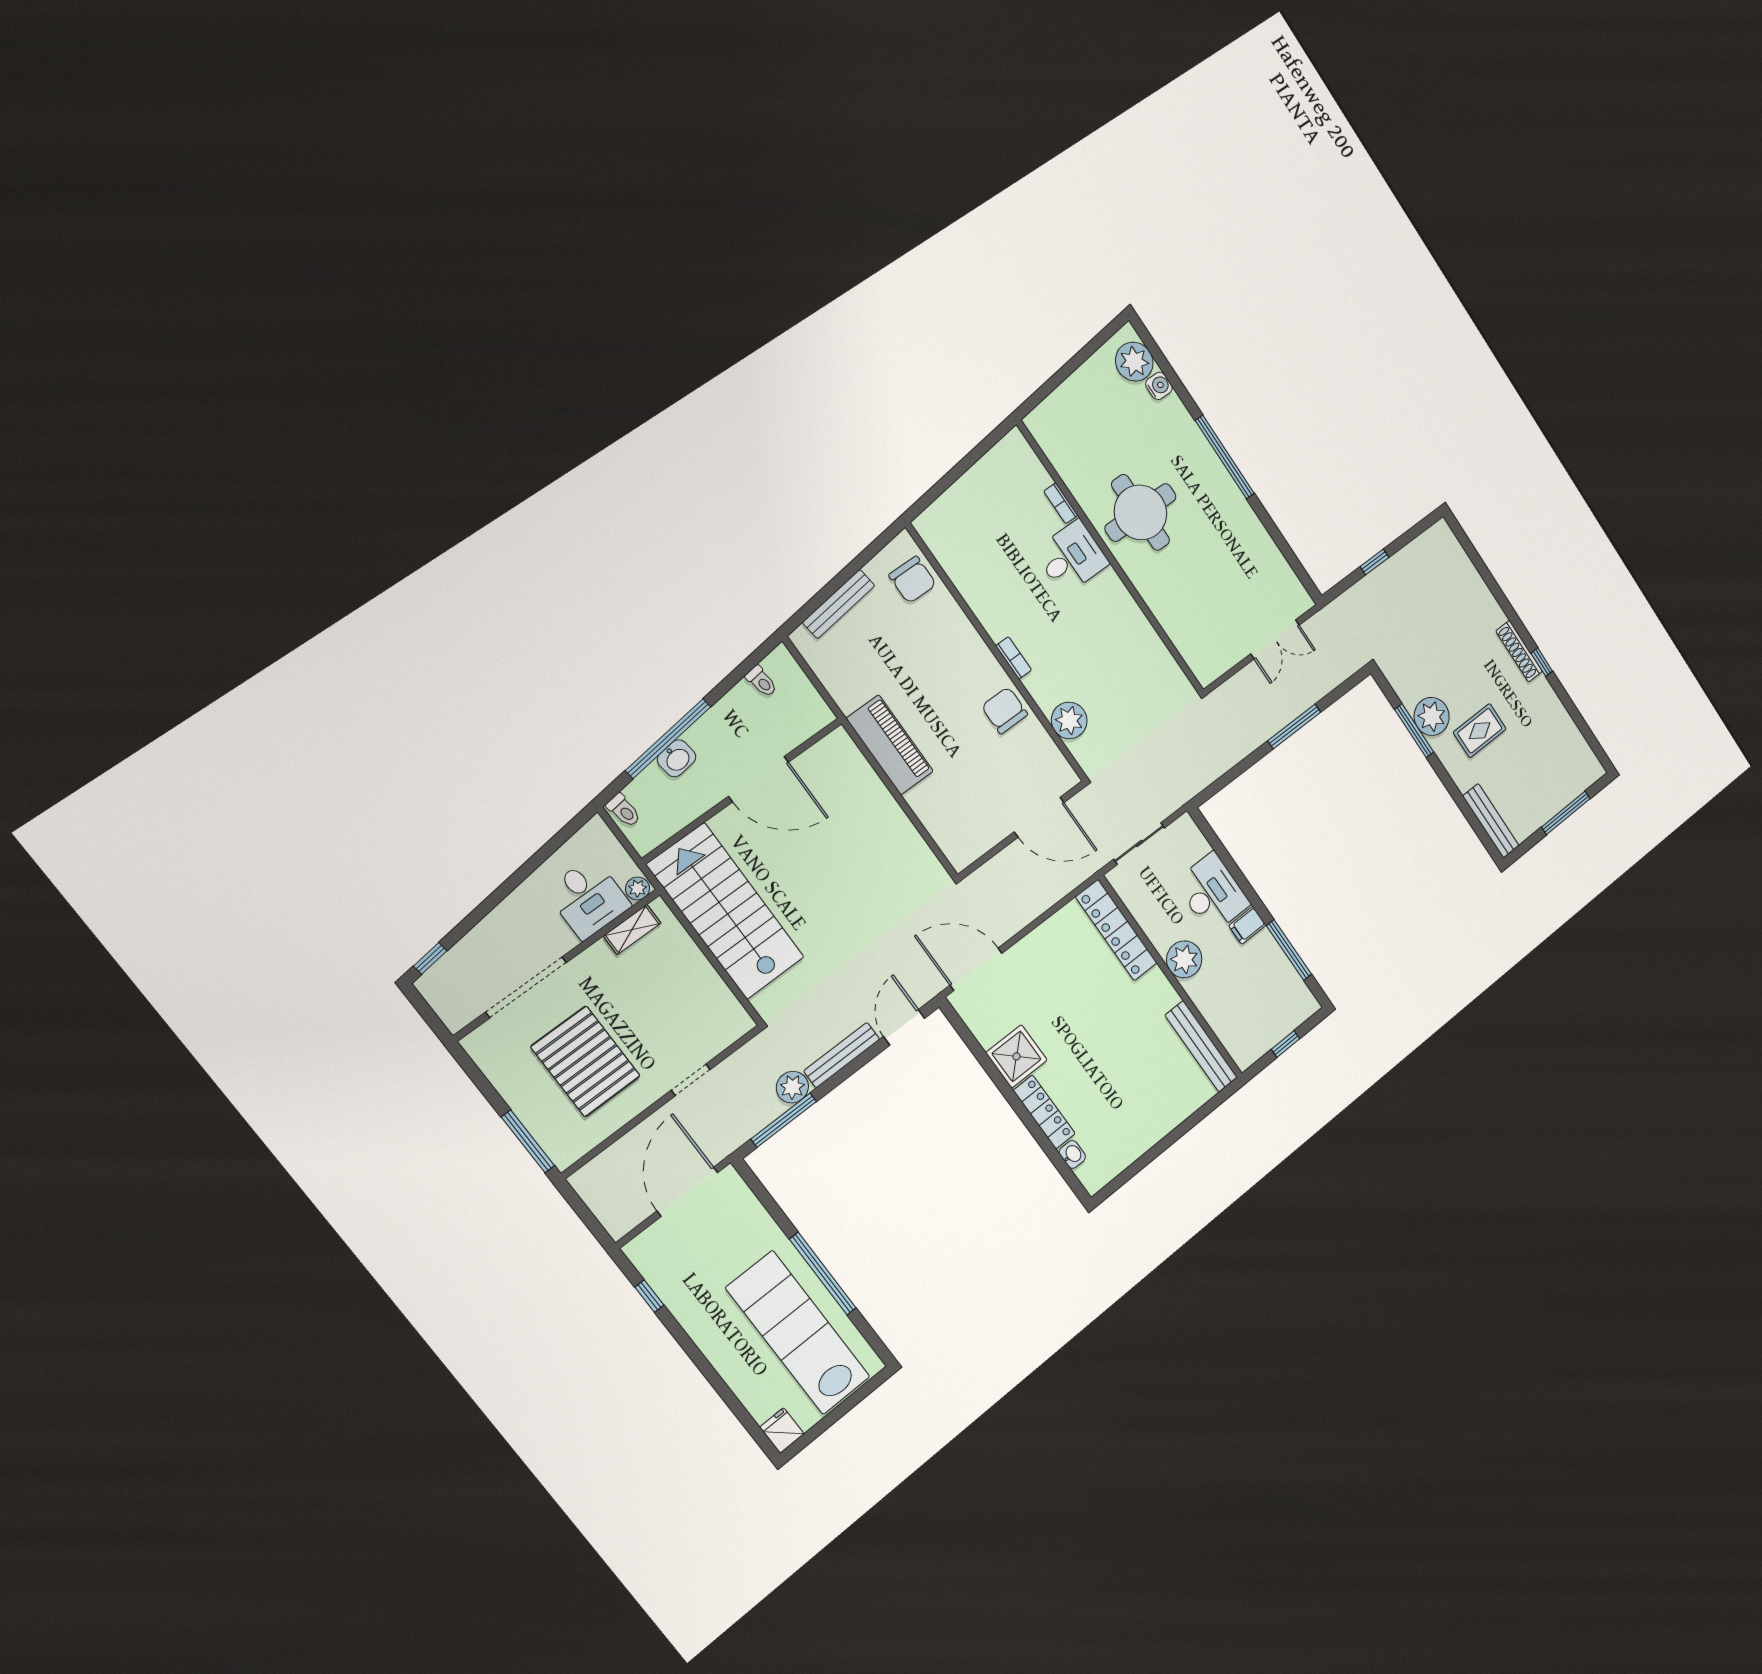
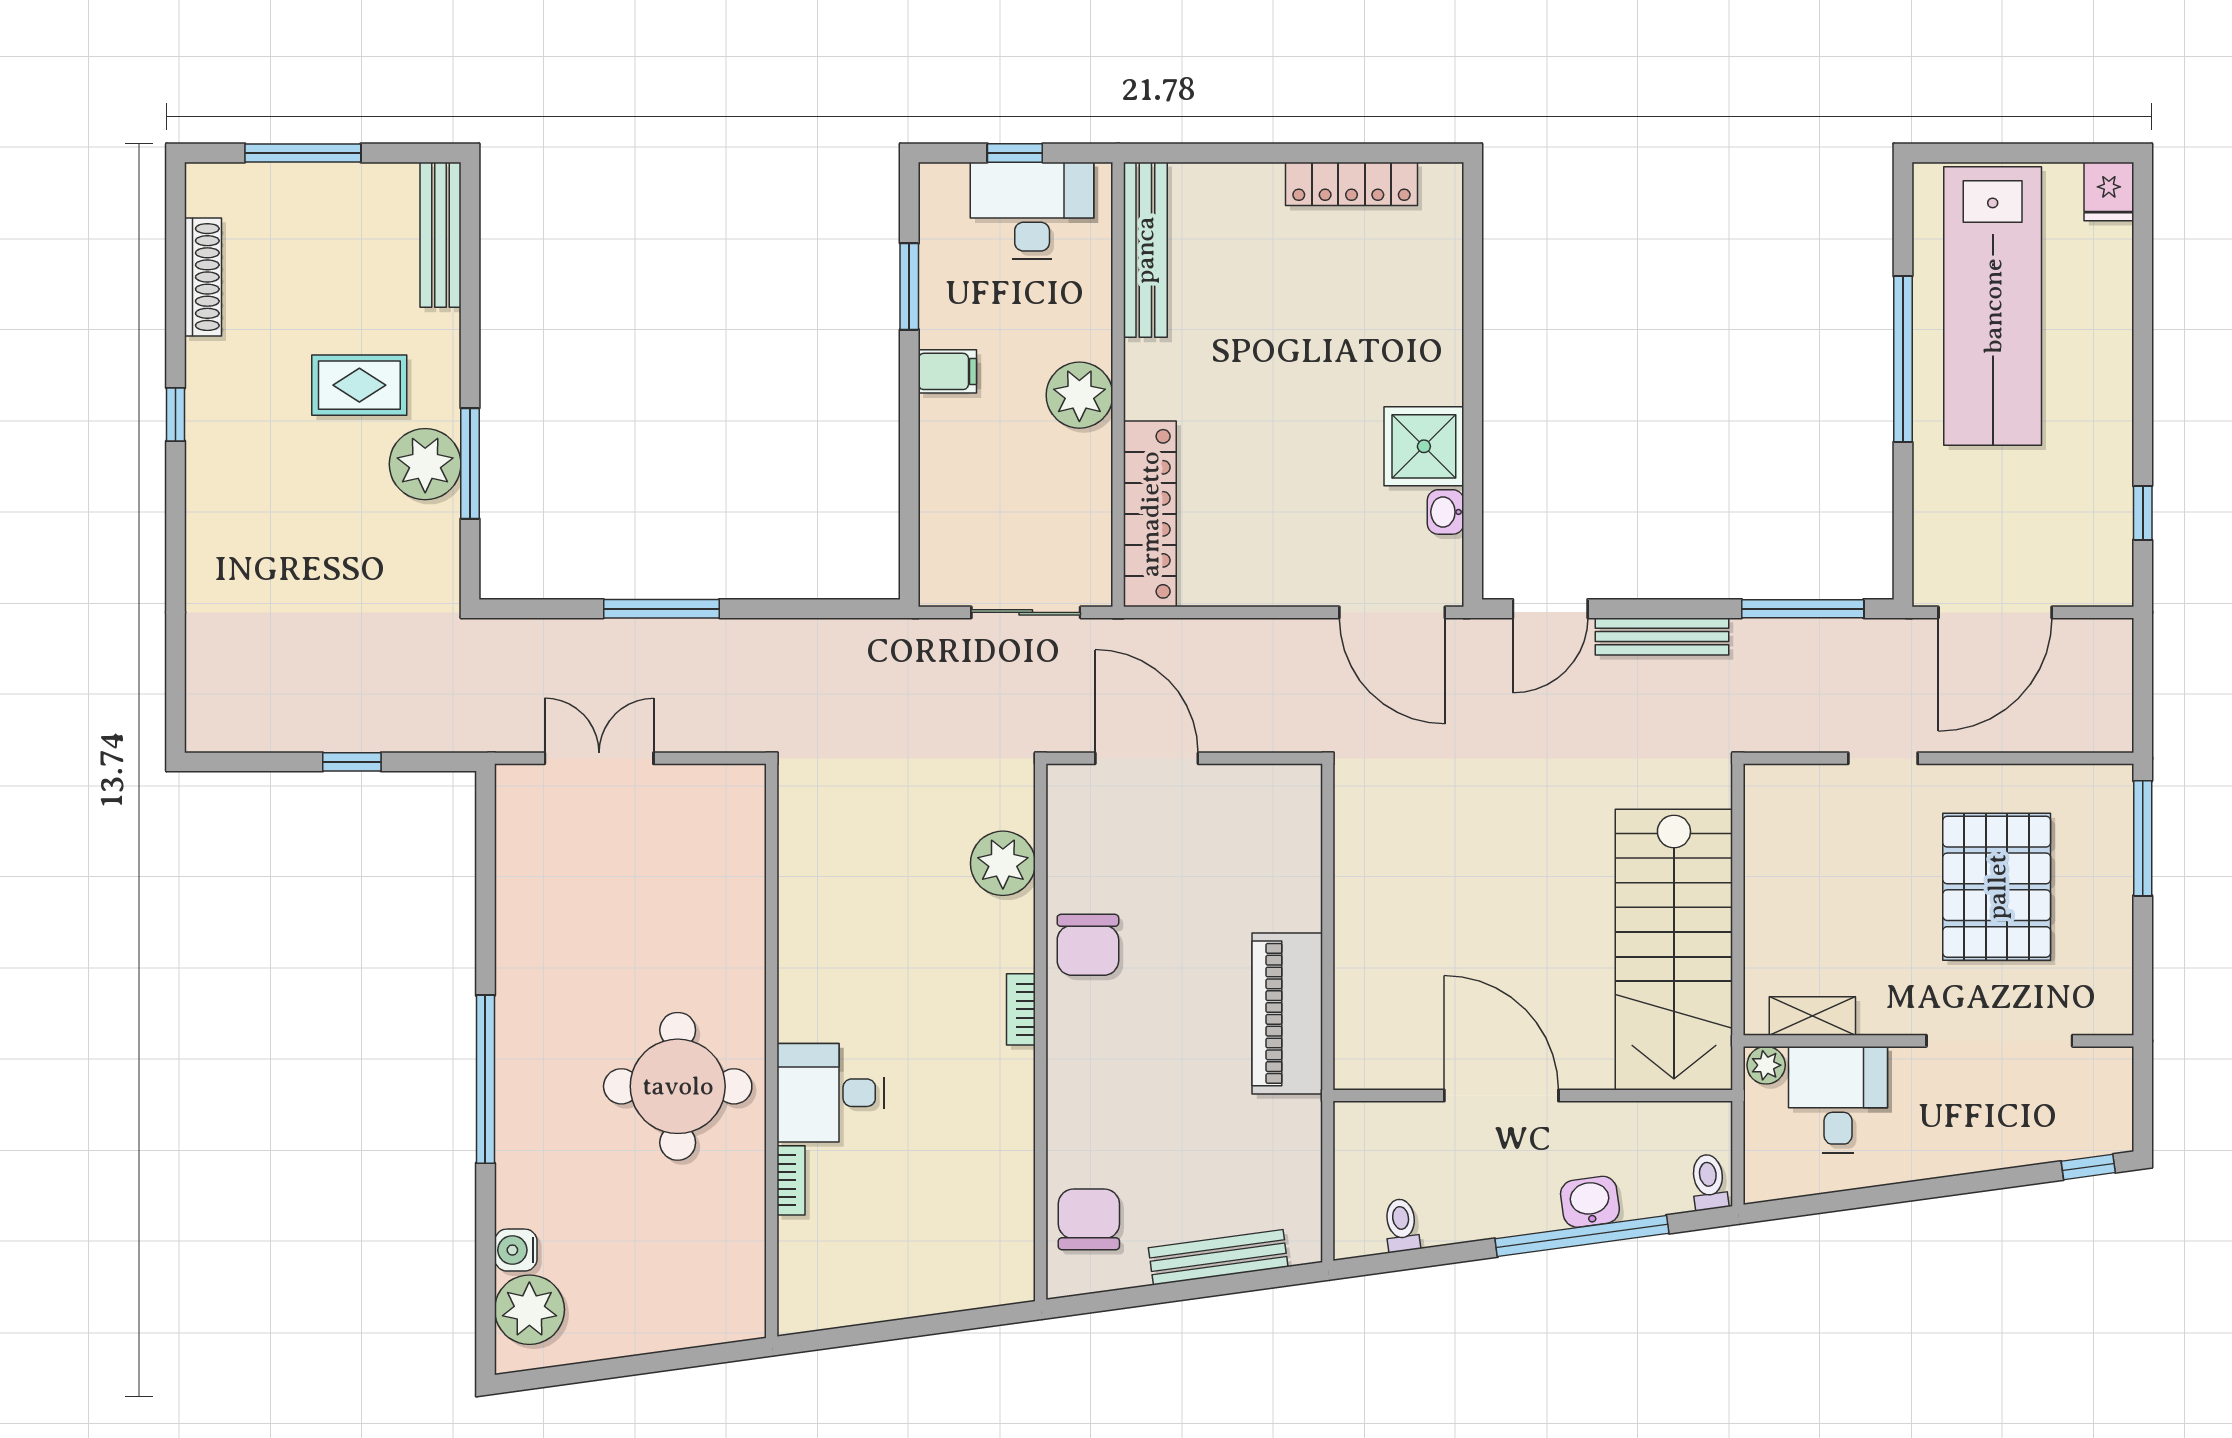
shoe rack: (1519, 651) -> (203, 277), moved
desk: (1212, 893) -> (1032, 210), moved, turned 90
window: (1289, 950) -> (909, 286), width x0.69
plant: (792, 1087) -> (1759, 644), removed
locker: (1044, 1112) -> (1351, 184), moved, turned -90
washbasin: (1072, 1154) -> (1445, 512), moved

